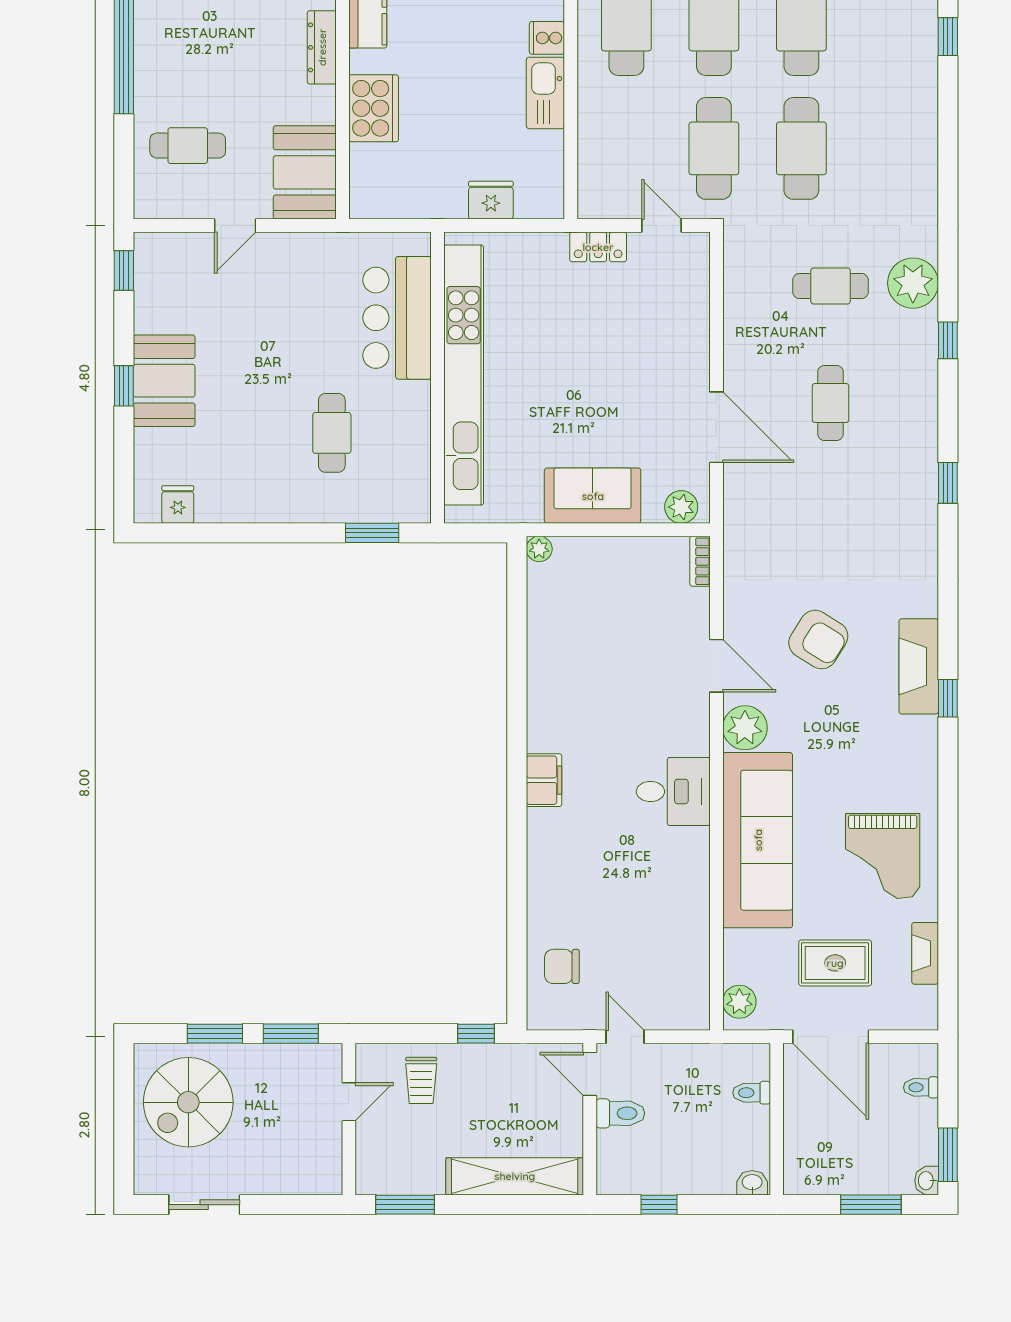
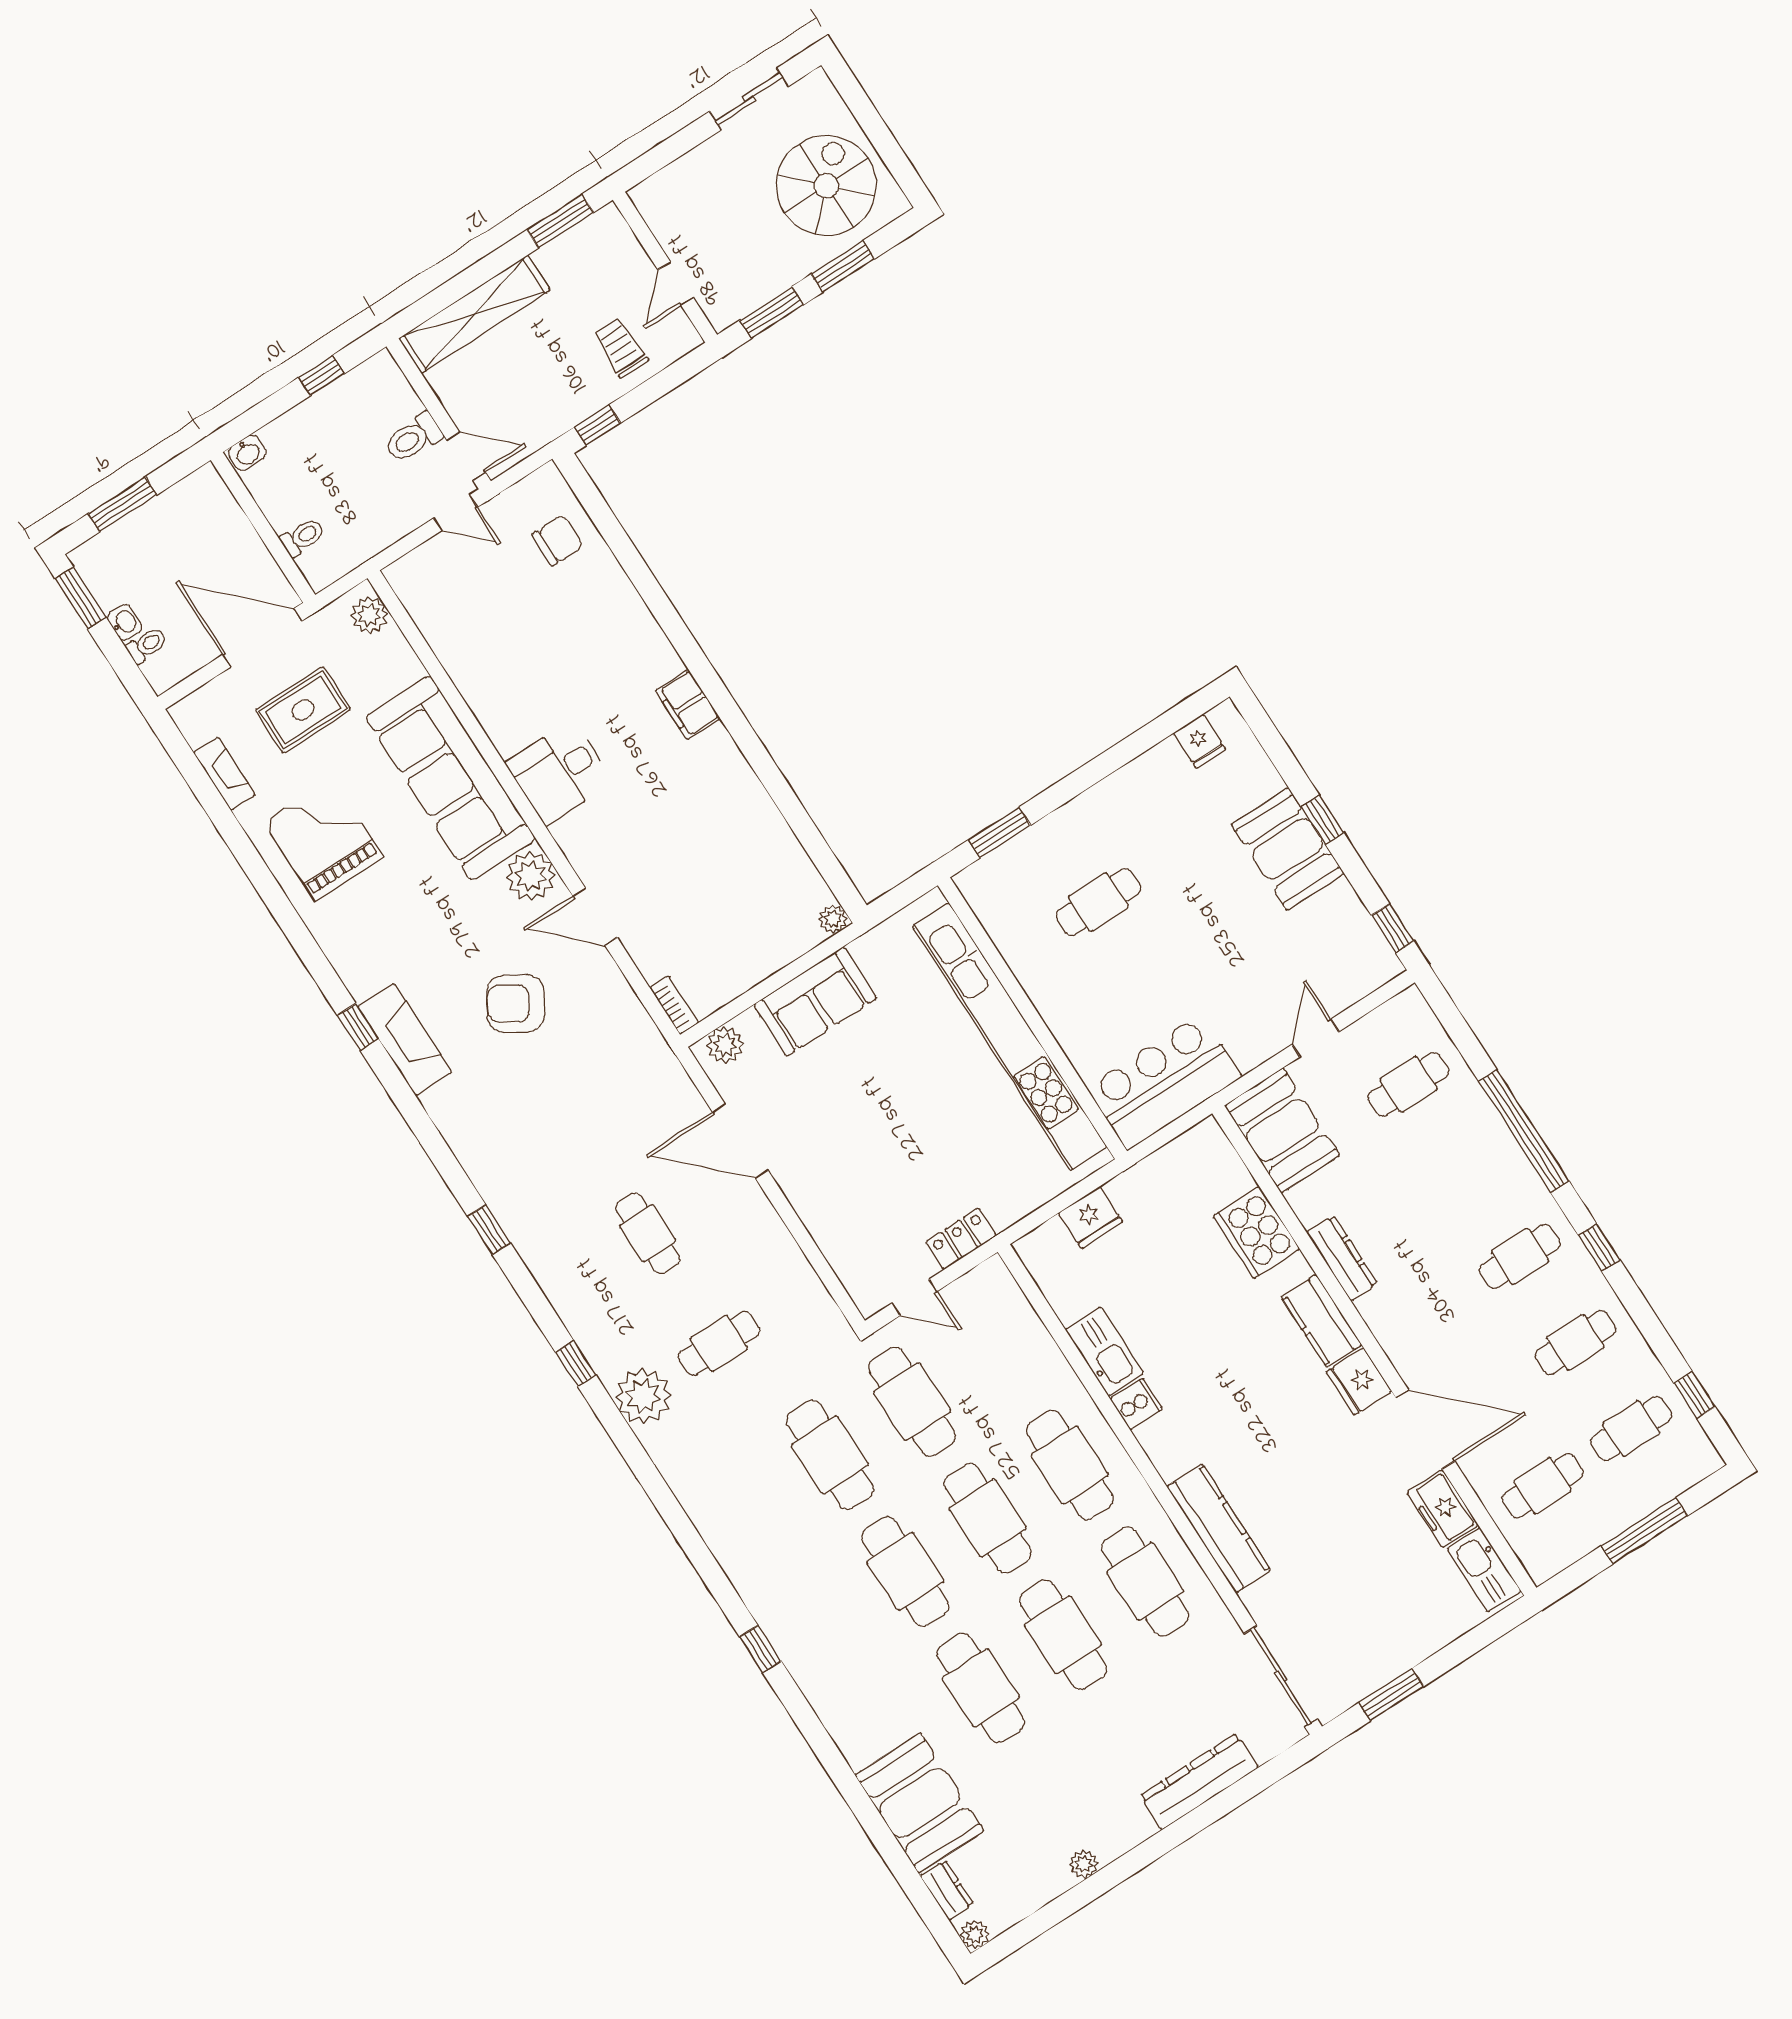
bar counter: (397, 318) -> (1164, 1082), moved, turned -90
cafe table: (332, 433) -> (1098, 902), turned 90
washbasin: (927, 1181) -> (125, 622), moved

